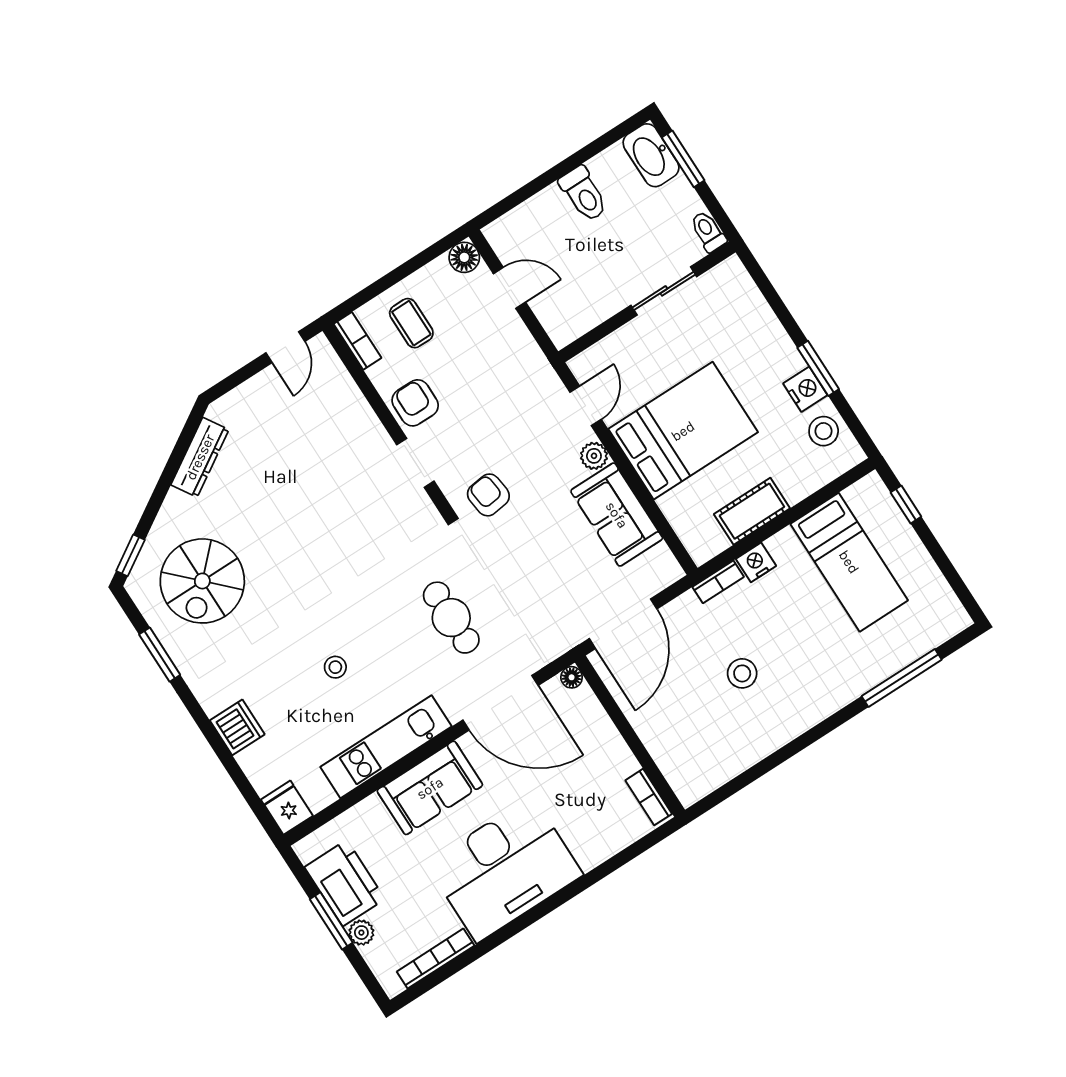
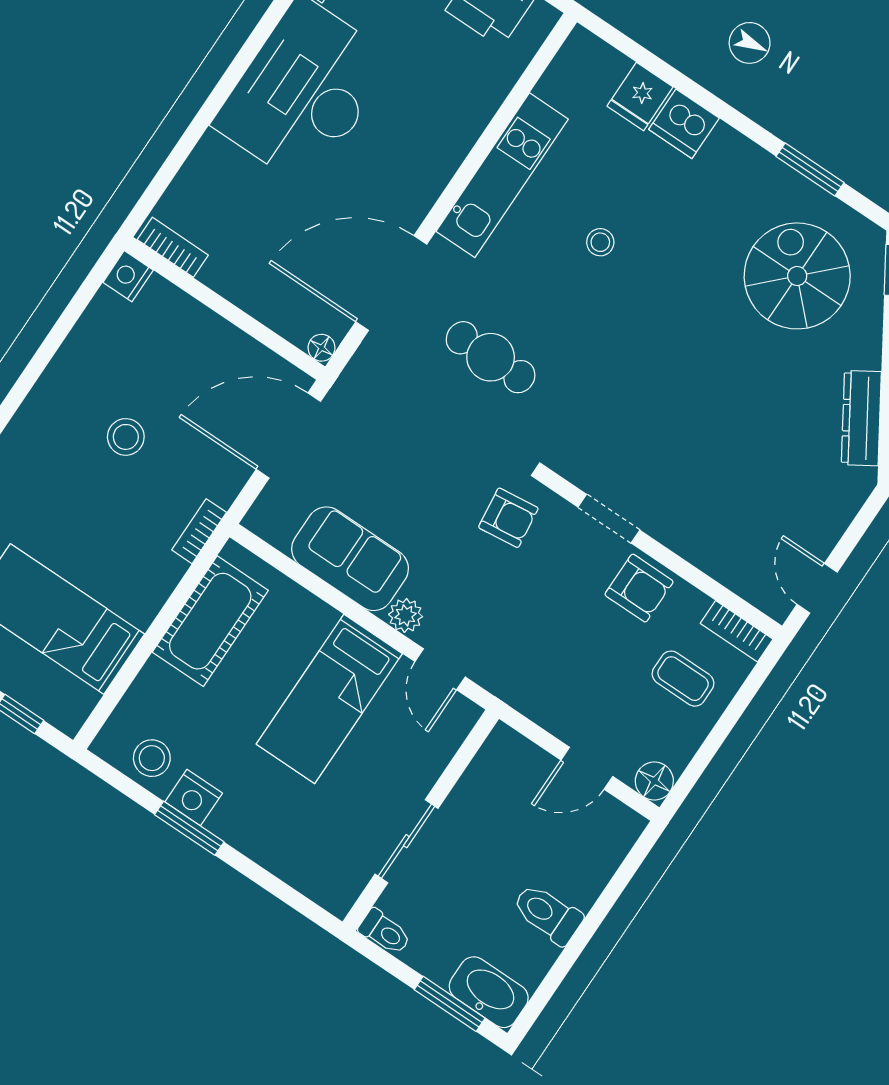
bed: (683, 431) -> (329, 699), width x0.67
cot: (752, 511) -> (210, 621), width x1.37, depth x1.34
nightstand: (756, 562) -> (128, 276), moved, turned 180
door: (623, 624) -> (288, 435), hinge flipped
sofa: (430, 788) -> (431, 149), removed
fridge: (287, 808) -> (640, 97), moved, turned 90

